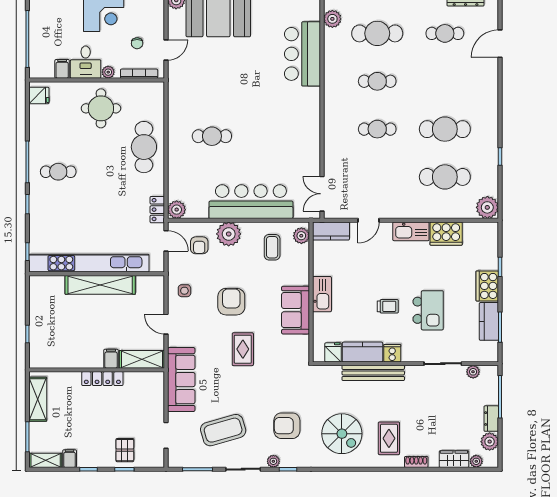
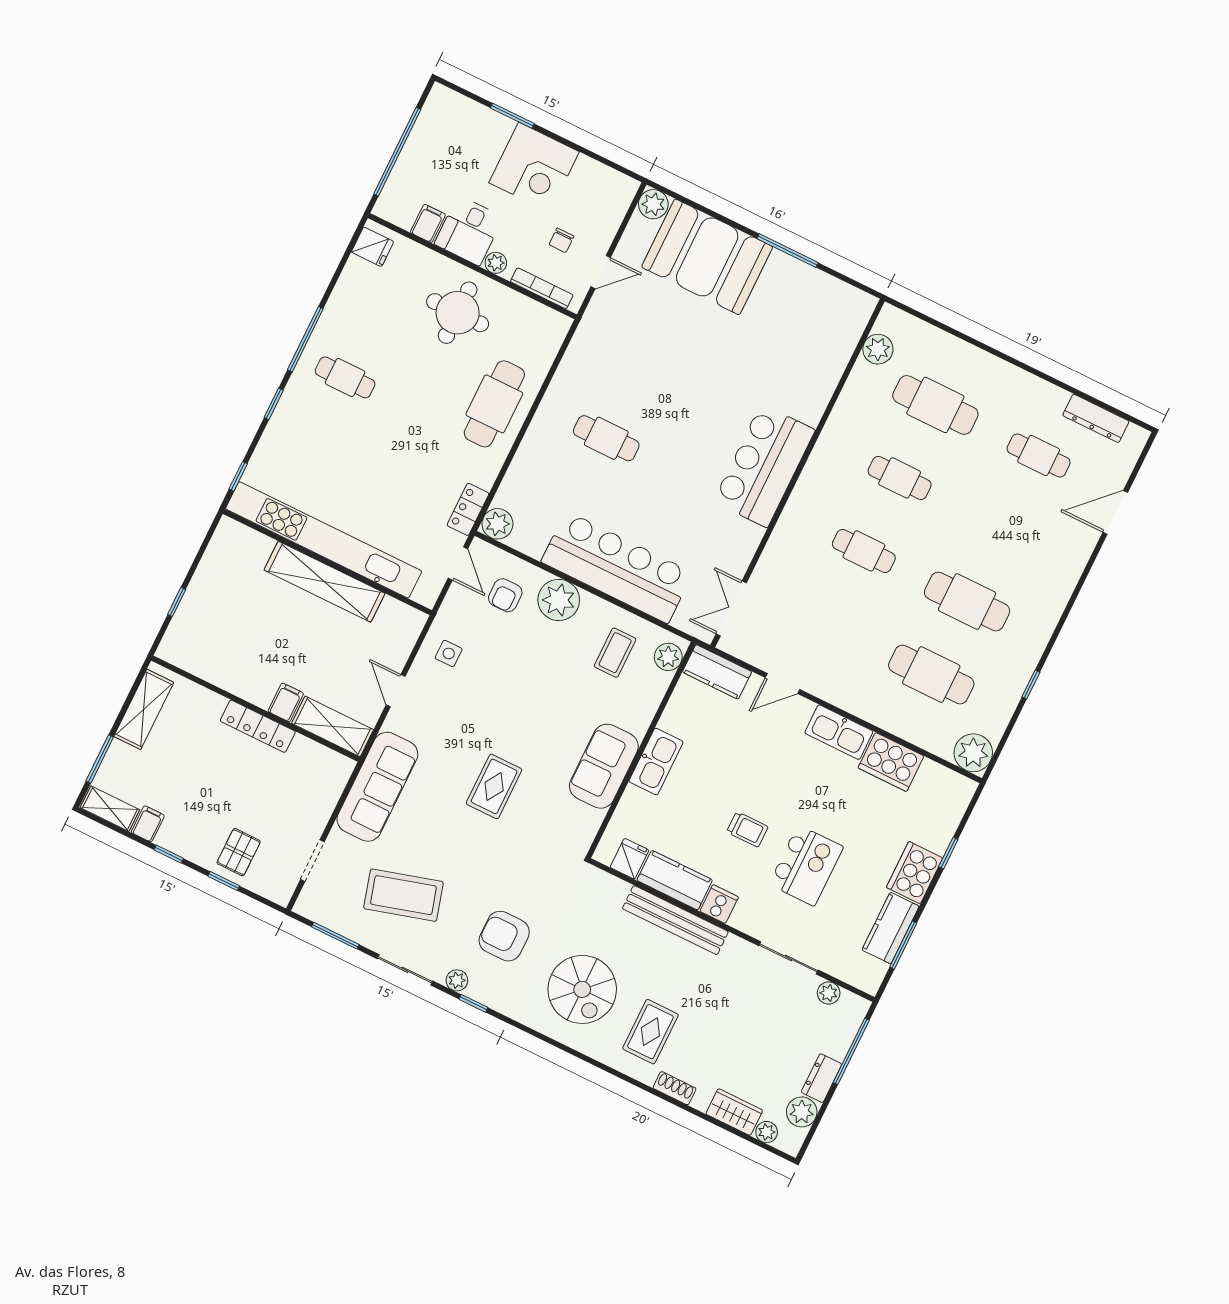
bar counter: (302, 54) -> (764, 466), moved
armchair: (231, 302) -> (512, 705), removed

